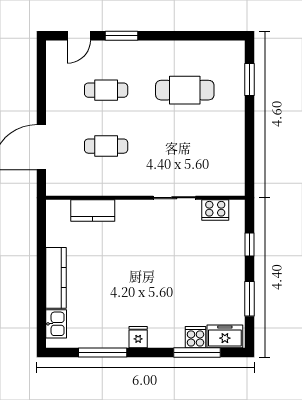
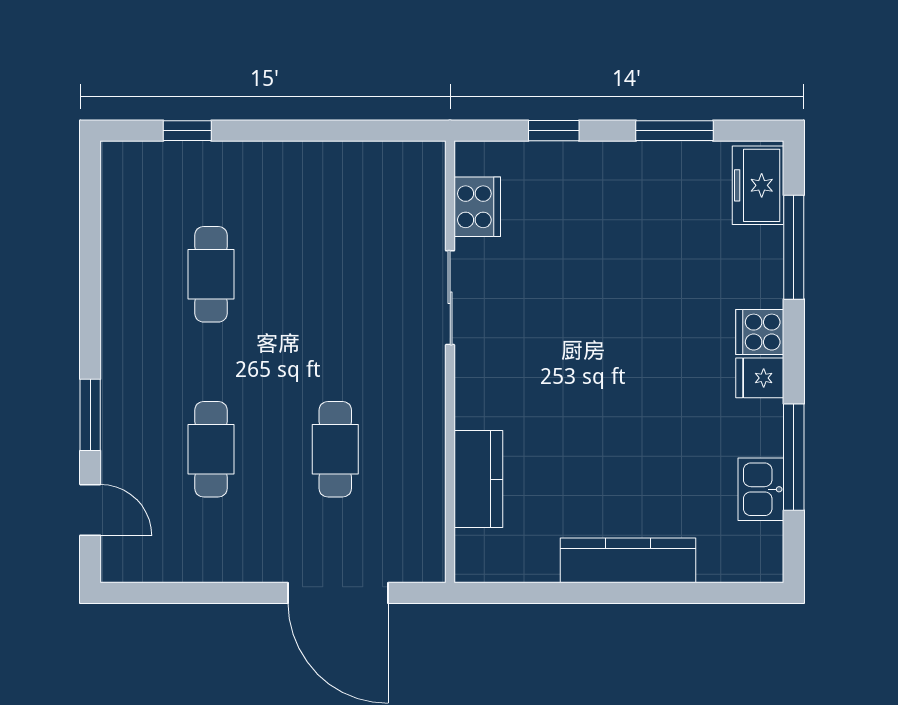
window: (250, 79) -> (187, 131), width x0.67
cafe table: (185, 90) -> (211, 274), width x0.73, depth x0.74
kitchen sink: (56, 324) -> (761, 489), moved, turned -90
cooker: (195, 337) -> (760, 332), moved

